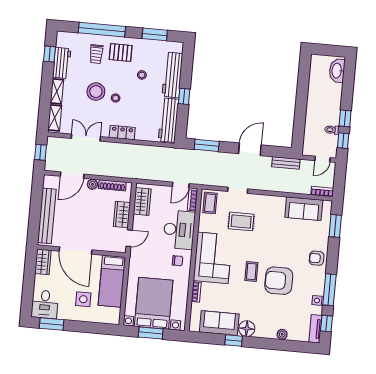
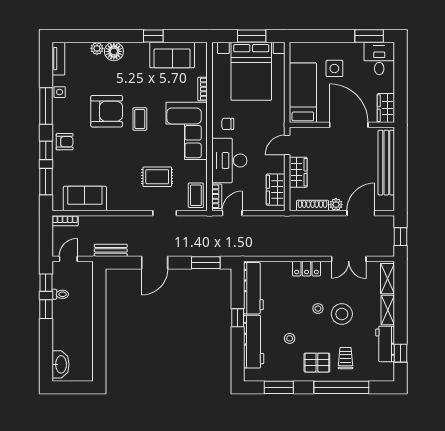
window: (326, 323) -> (46, 150), moved
floor lamp: (247, 329) -> (114, 51), moved

